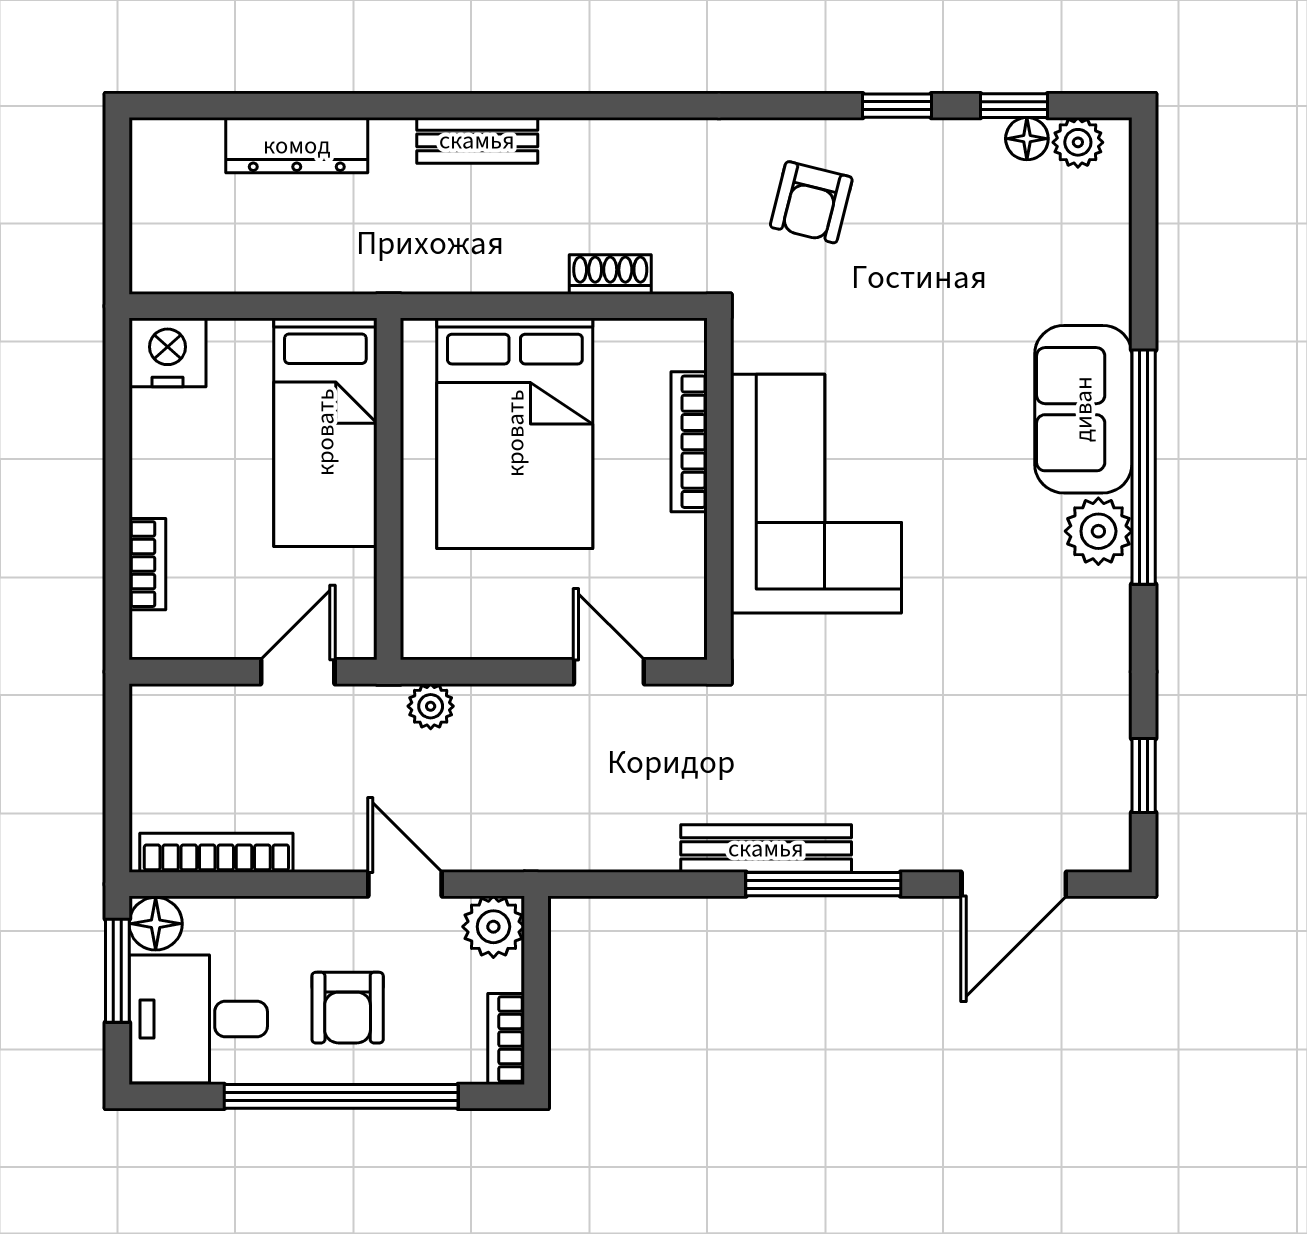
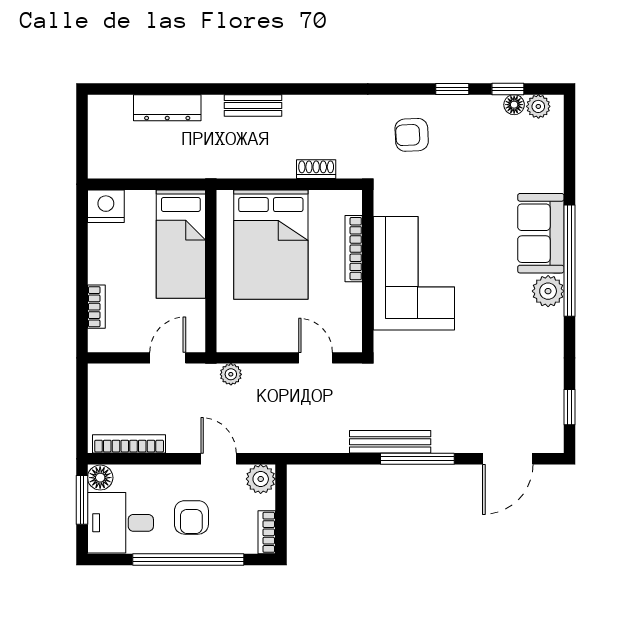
armchair: (811, 202) -> (412, 135), turned 73

